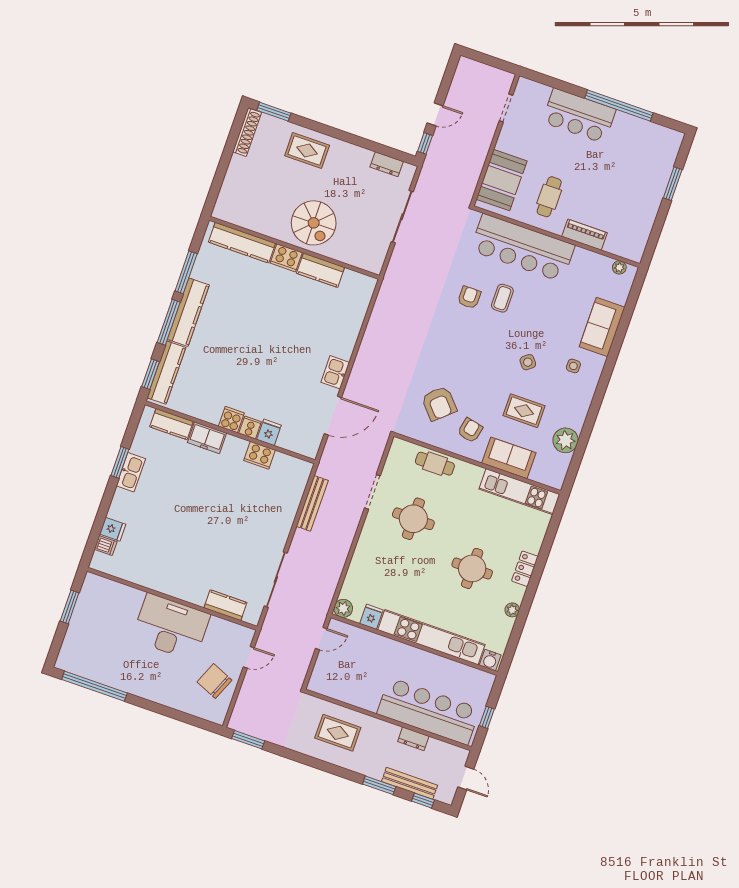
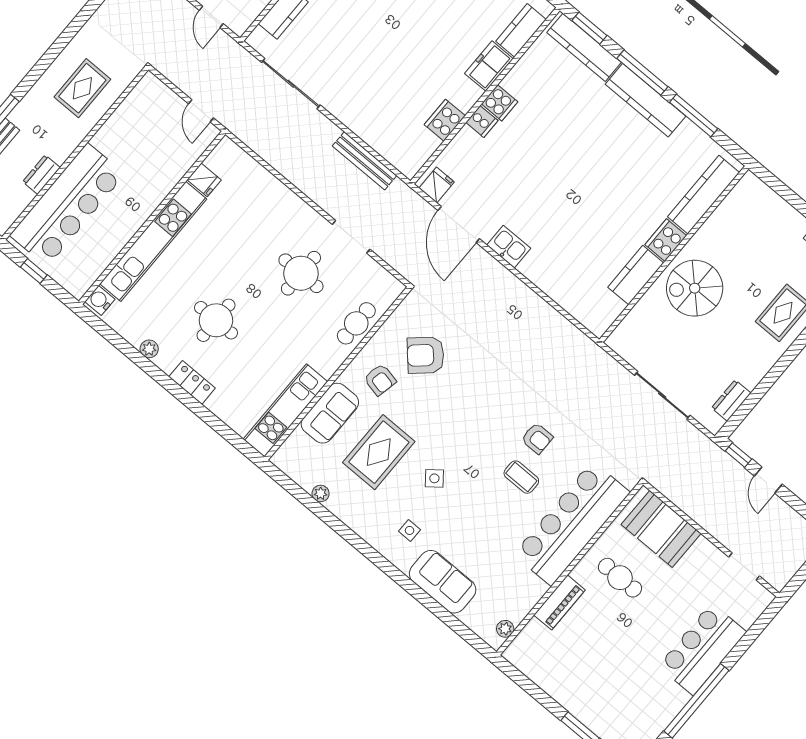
rug: (524, 411) -> (379, 452), width x1.36, depth x1.43
fridge: (269, 432) -> (437, 185), moved, turned -90
plant: (566, 440) -> (321, 493), width x0.53, depth x0.53
plant: (343, 608) -> (227, 150), removed

